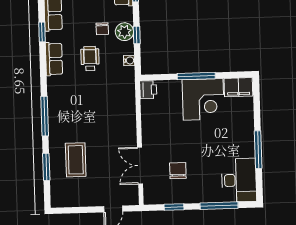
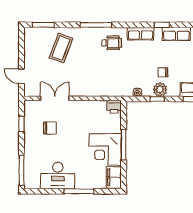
wheelchair: (90, 59) -> (112, 43), moved
window: (258, 150) -> (79, 191), moved
coffee table: (76, 160) -> (61, 48), turned -70
window: (46, 167) -> (43, 25), moved
desk: (239, 180) -> (58, 176), moved
window: (219, 206) -> (22, 170), moved

